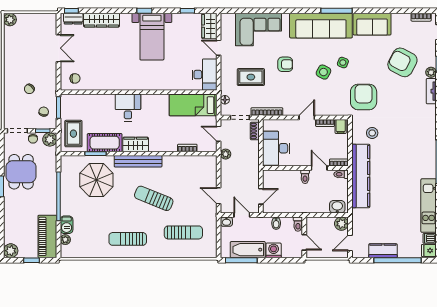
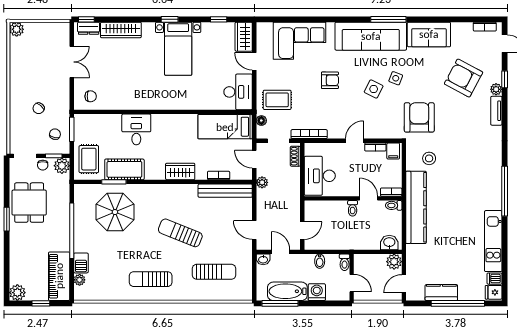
rug: (251, 77) -> (277, 100), moved
desk: (128, 108) -> (136, 129), moved
wardrobe: (136, 144) -> (180, 171), moved
bench: (138, 161) -> (225, 191), moved

